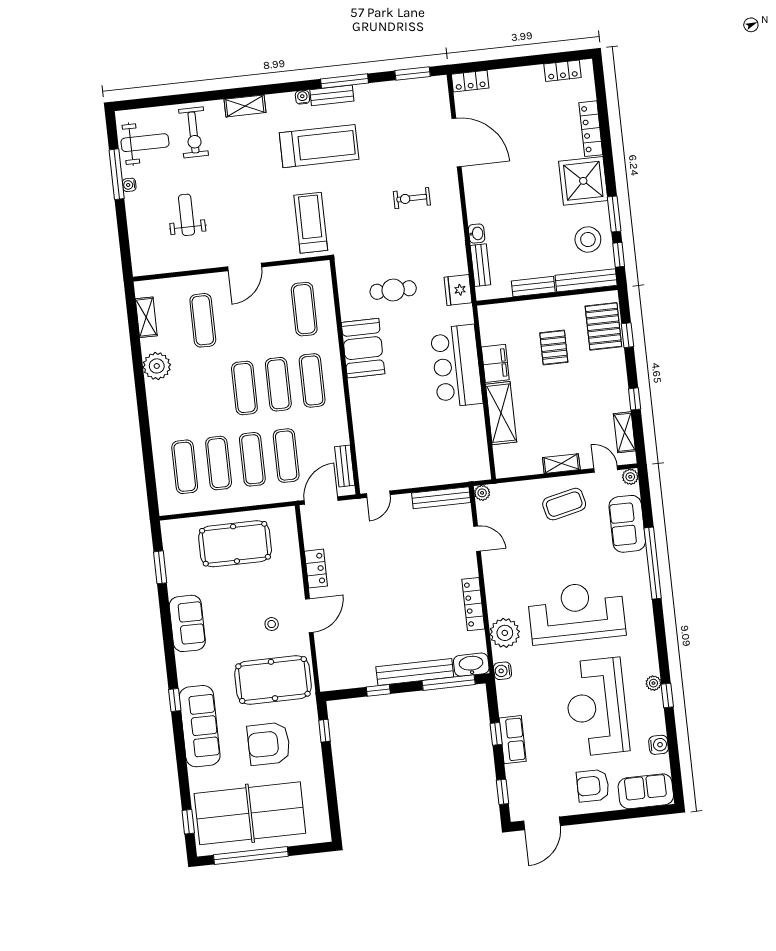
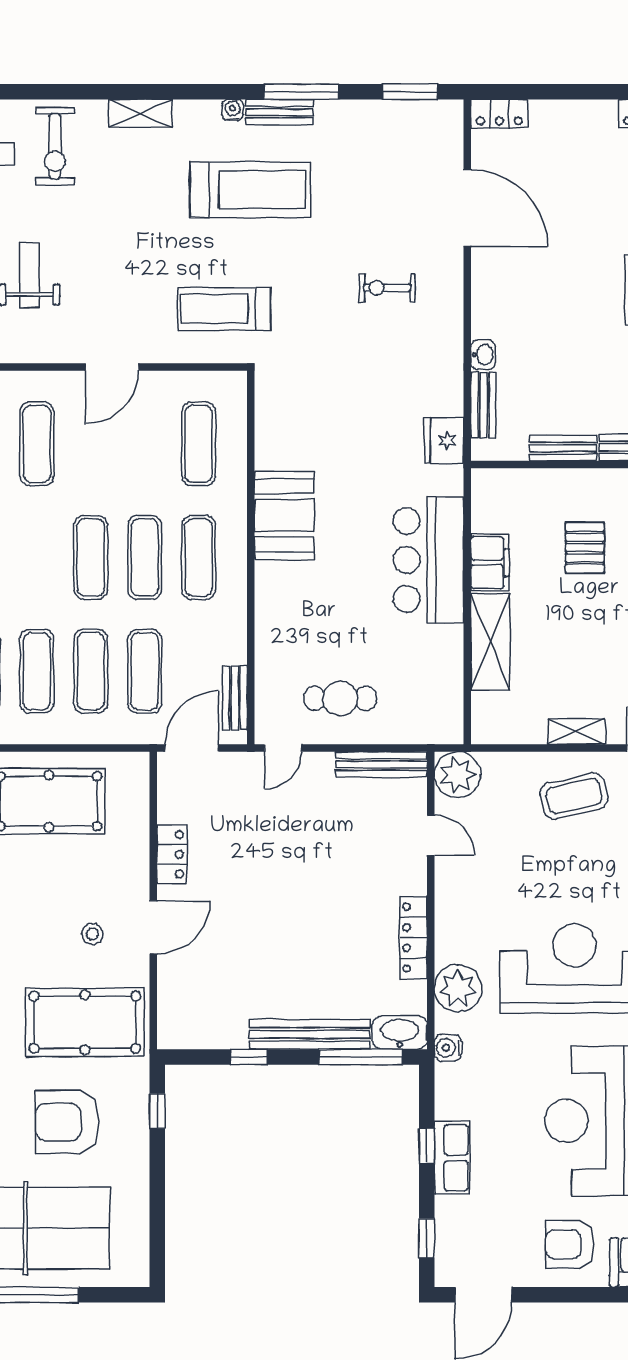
treadmill: (311, 223) -> (224, 309), turned -90
cafe table: (393, 290) -> (340, 699), moved
plant: (482, 493) -> (457, 775), width x1.87, depth x1.87

